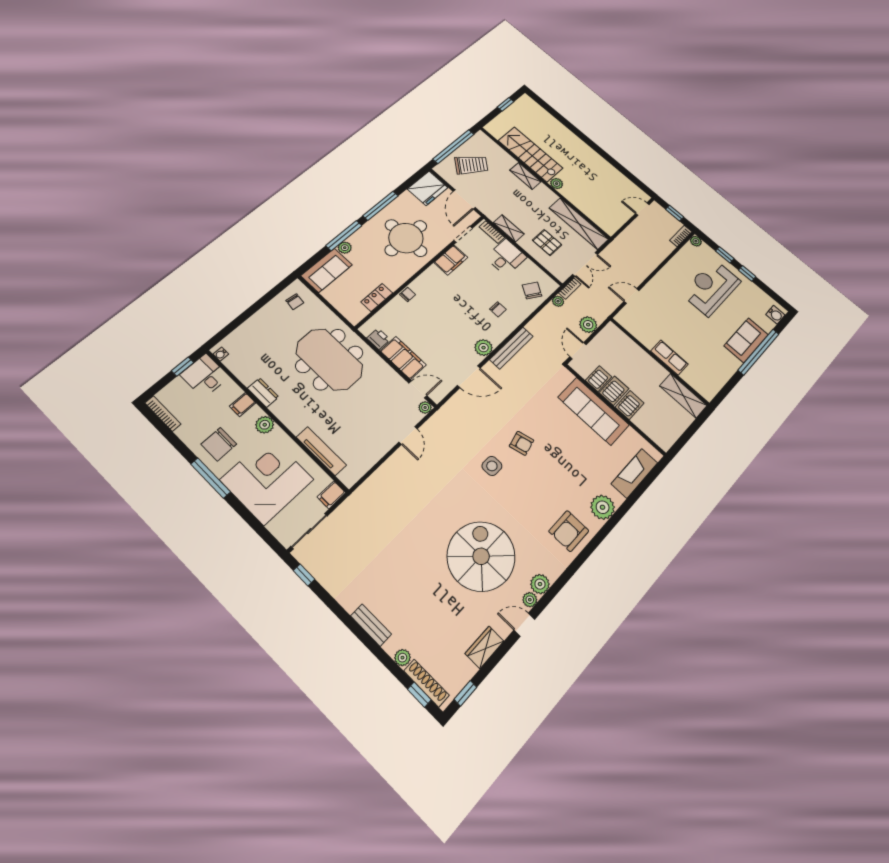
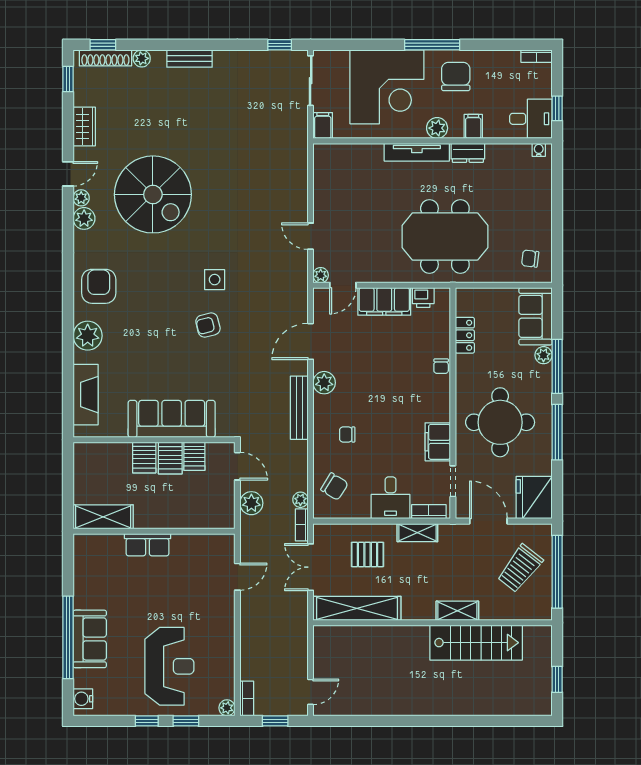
plant: (557, 184) -> (419, 634), removed
bookcase: (163, 413) -> (536, 56), width x0.64
tv unit: (321, 451) -> (417, 152), moved

